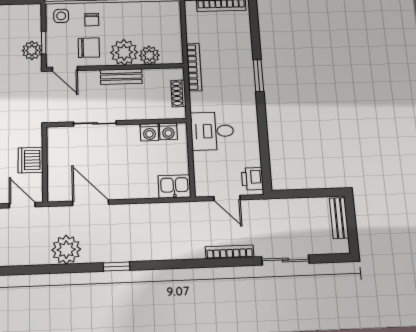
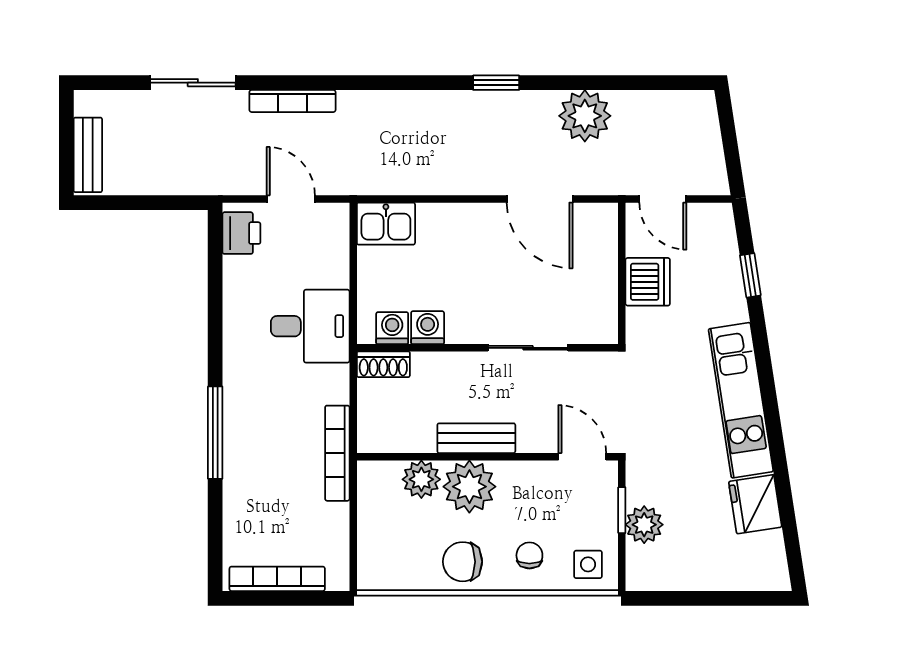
chair: (89, 48) -> (463, 562), moved
plant: (32, 50) -> (644, 525), moved
window: (258, 76) -> (215, 433), width x1.44
shoe rack: (178, 93) -> (383, 364), moved, turned 90

